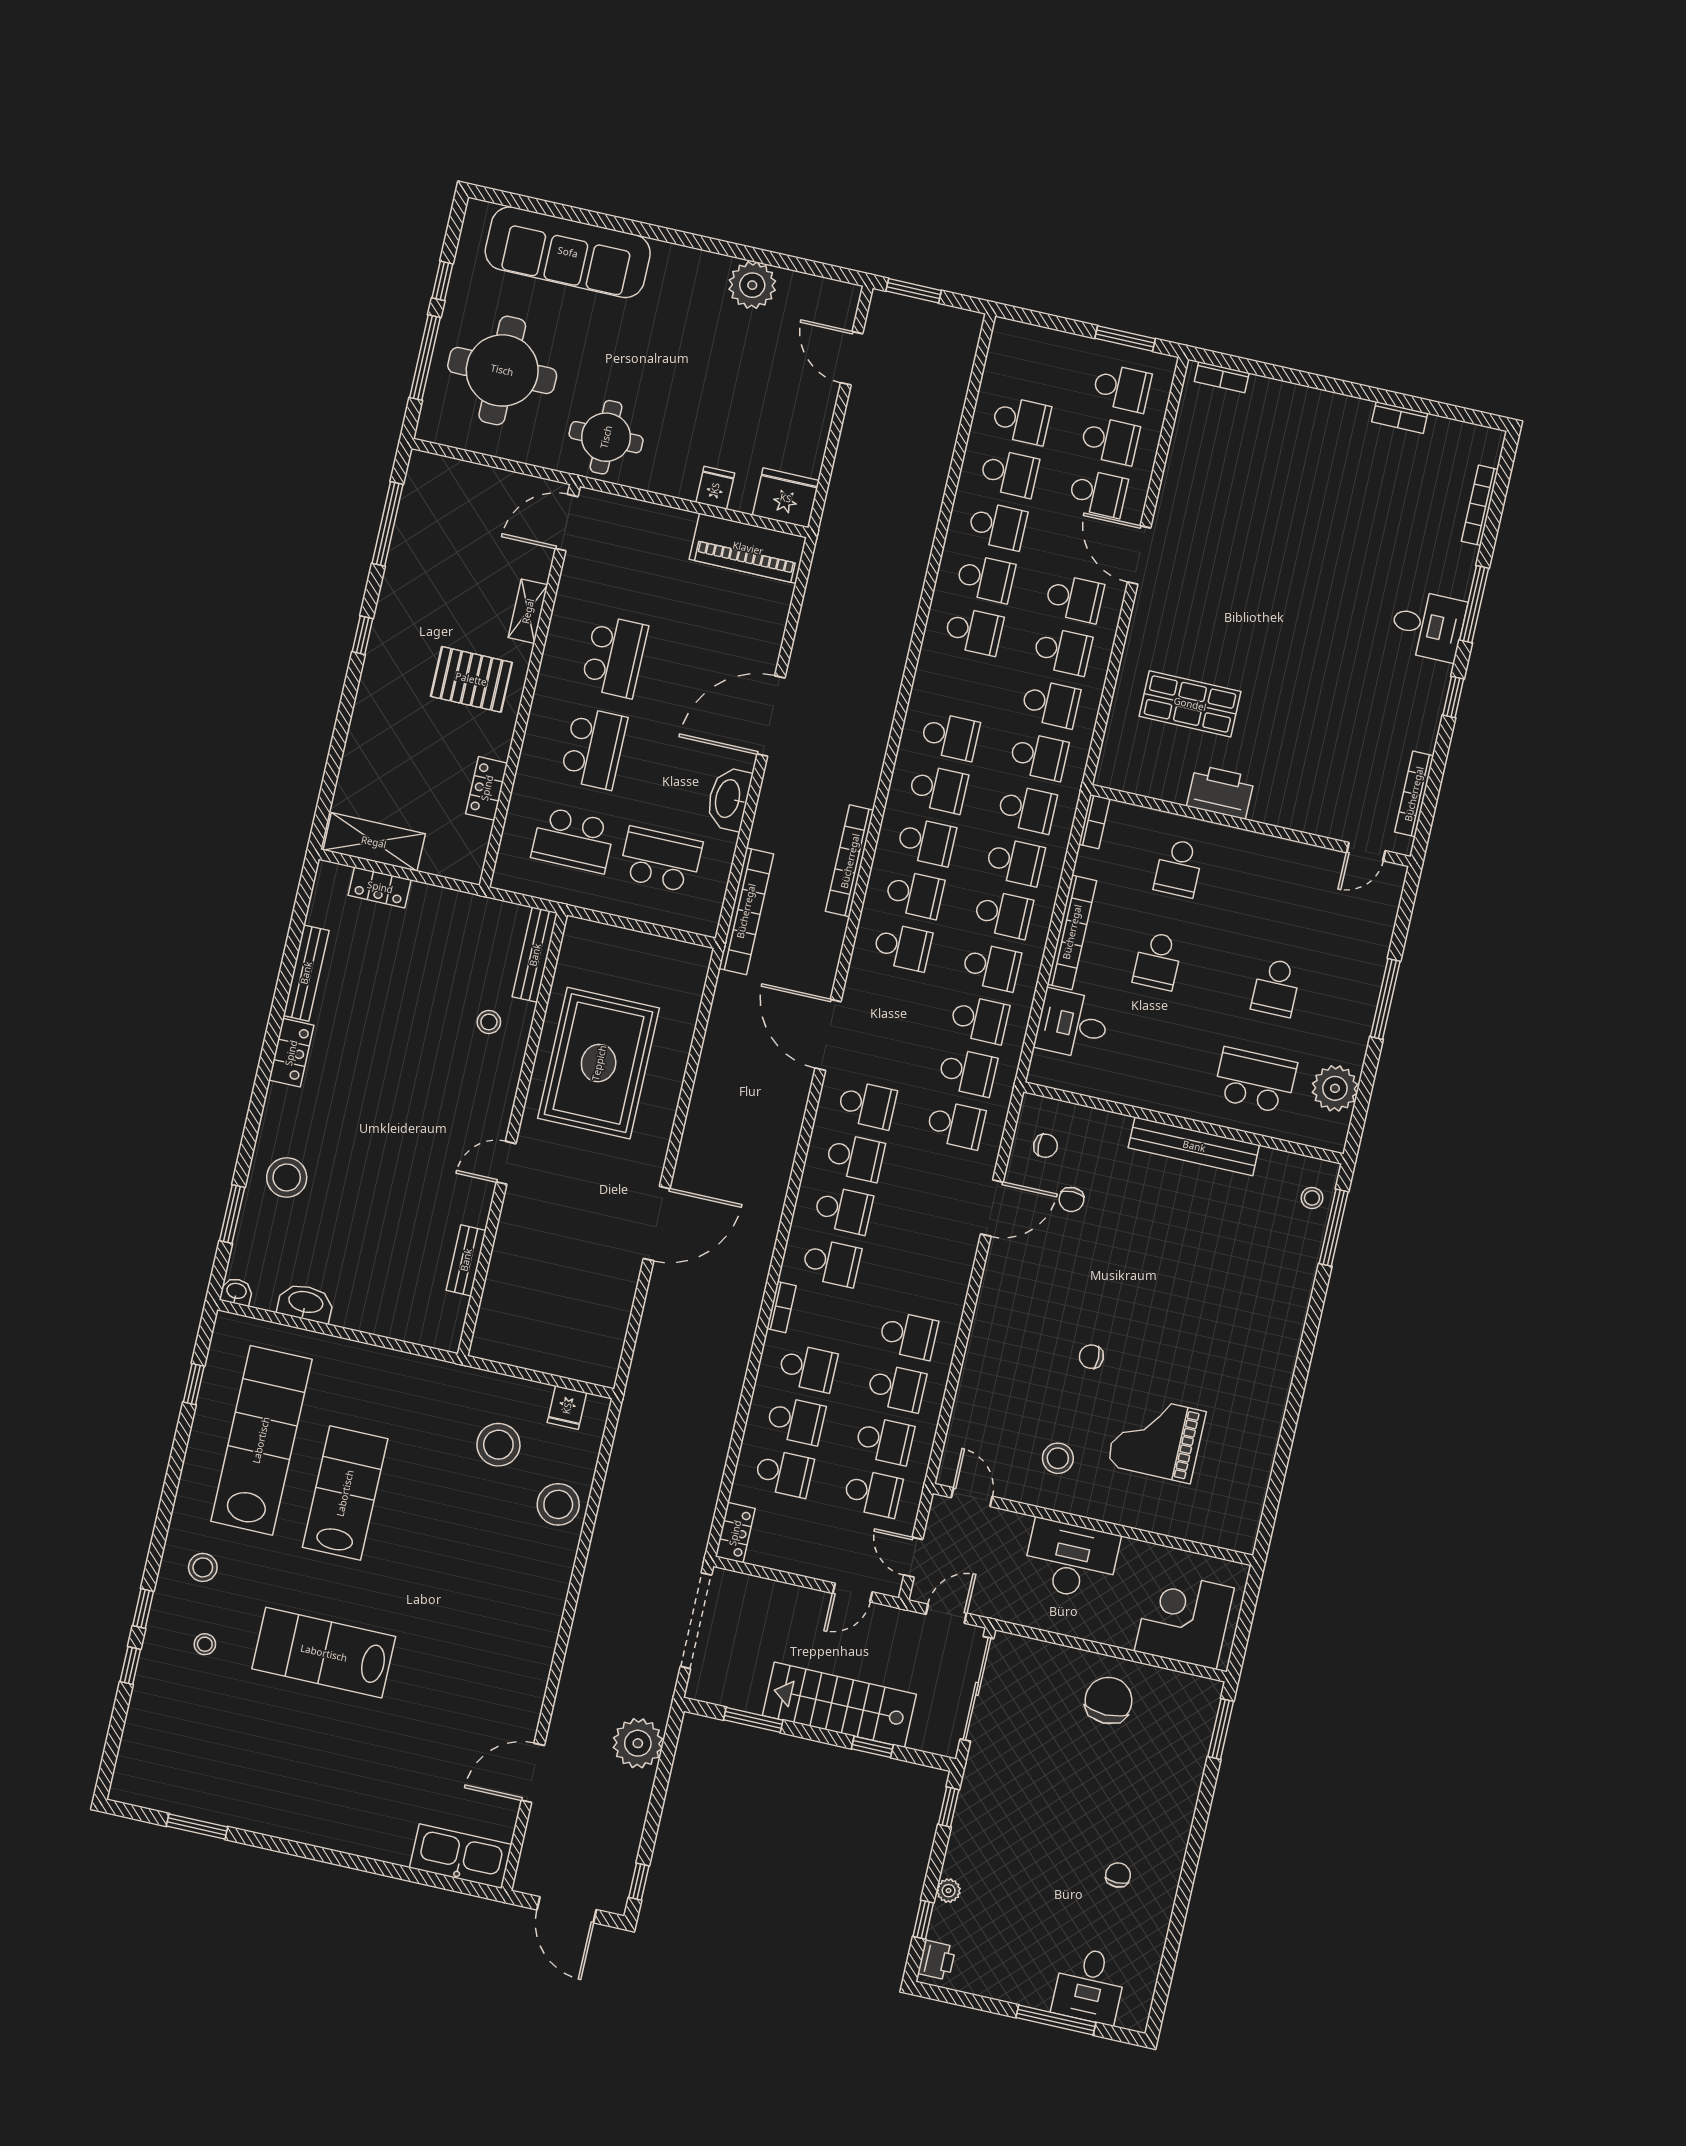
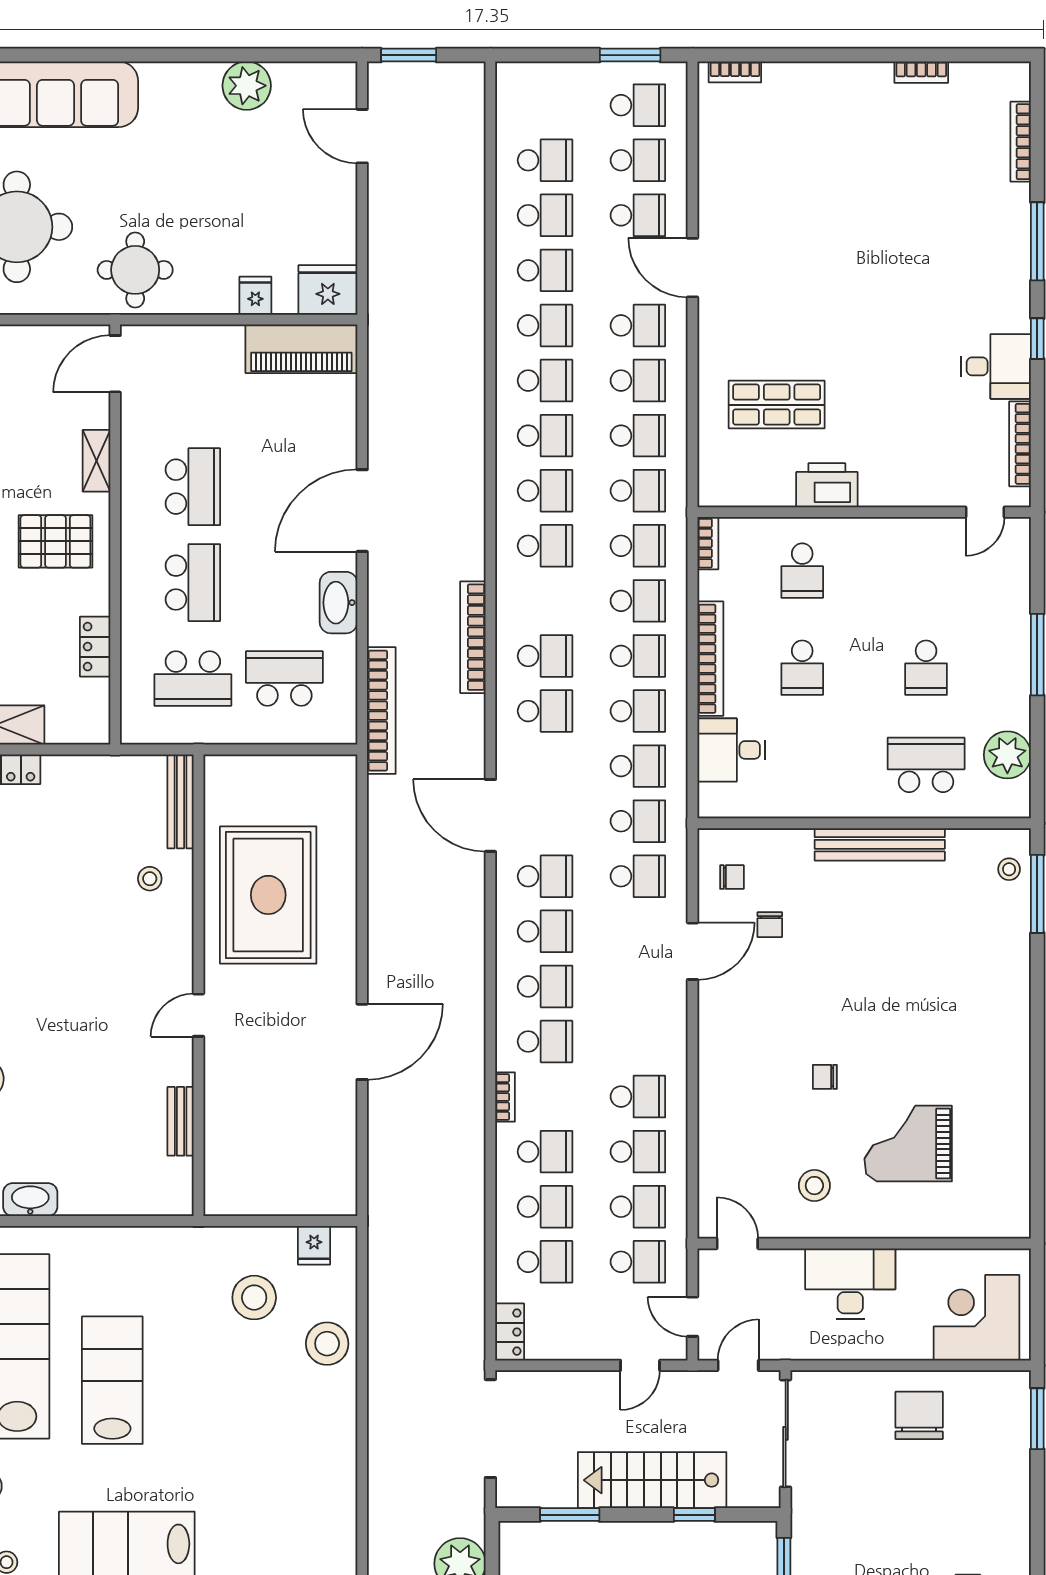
desk: (1428, 626) -> (996, 366), moved
school desk: (926, 842) -> (545, 436), moved

